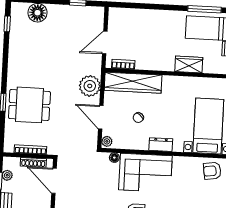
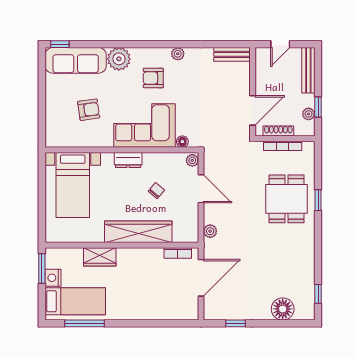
door: (105, 42) -> (201, 278), width x1.36
wardrobe: (133, 83) -> (138, 232), moved
plant: (90, 86) -> (210, 231), width x0.53, depth x0.53
dining table: (29, 105) -> (287, 199), turned 90
armchair: (212, 171) -> (89, 110), moved
door: (54, 181) -> (253, 110), hinge flipped

